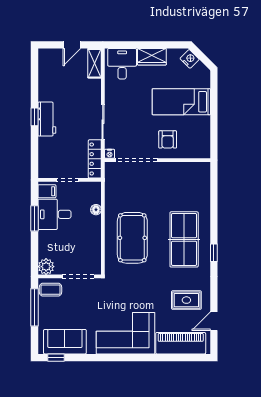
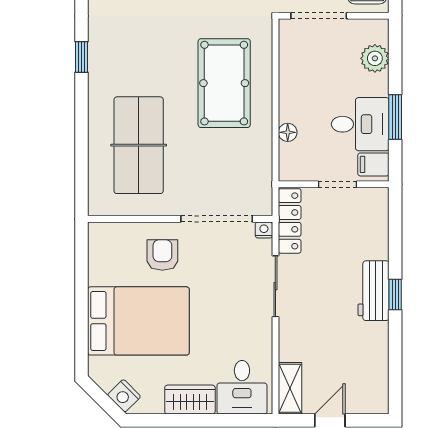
bed: (181, 102) -> (138, 321), width x1.50
table tennis table: (184, 239) -> (139, 145), moved
plant: (46, 267) -> (375, 58), moved

